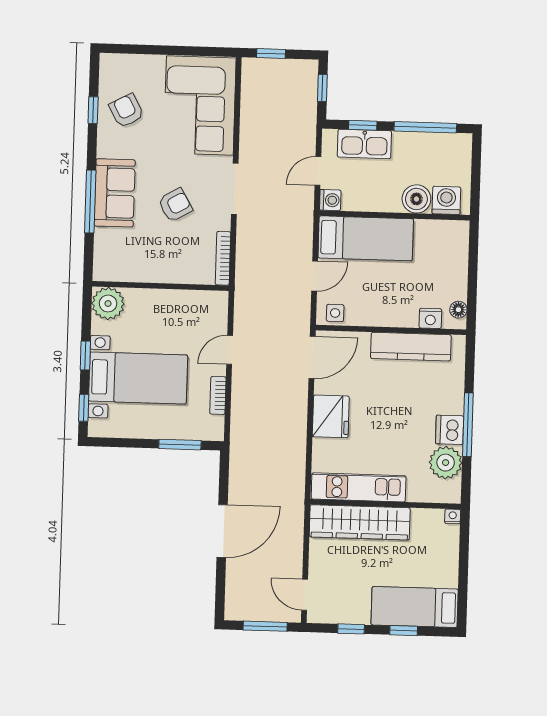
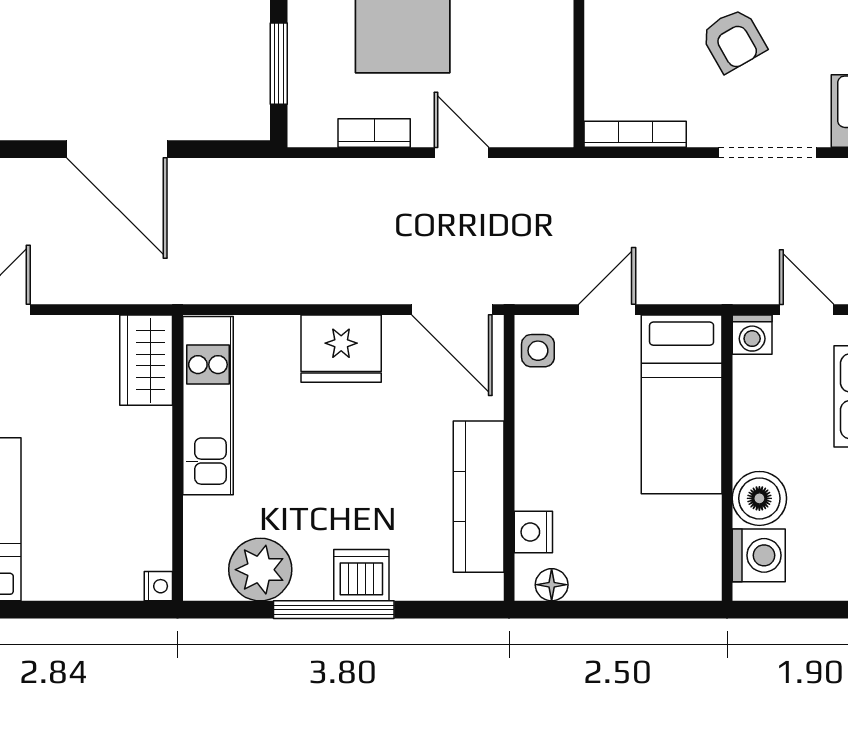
door: (315, 276) -> (607, 310), swing flipped
dishwasher: (450, 430) -> (361, 575), moved
wardrobe: (360, 522) -> (146, 360), width x0.48, depth x0.85

